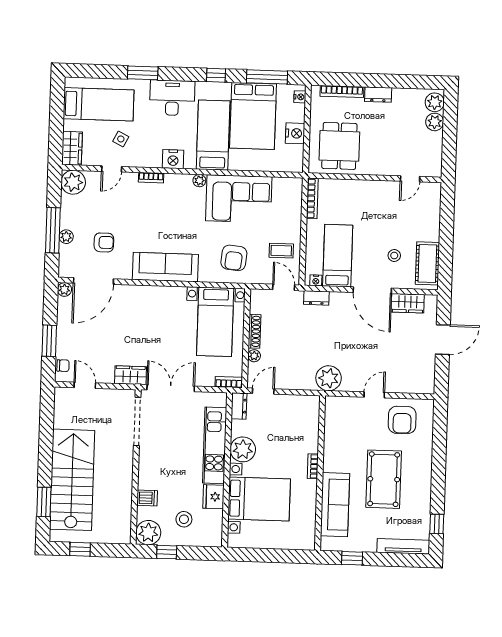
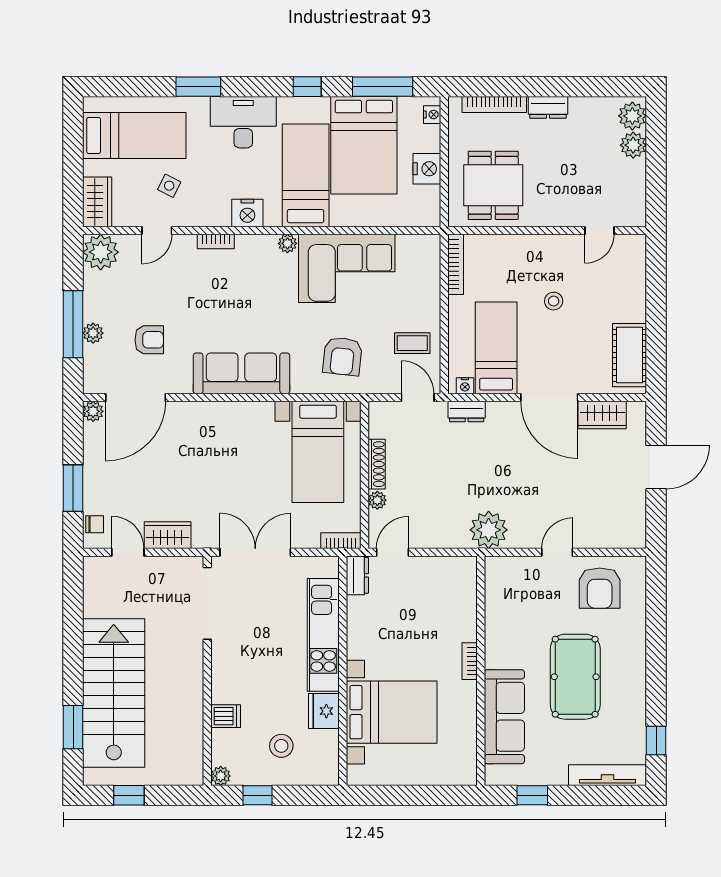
stool: (394, 255) -> (554, 301), moved
wardrobe: (130, 375) -> (168, 535), moved
plant: (243, 449) -> (365, 640), removed
plant: (148, 533) -> (221, 776), width x0.53, depth x0.53

